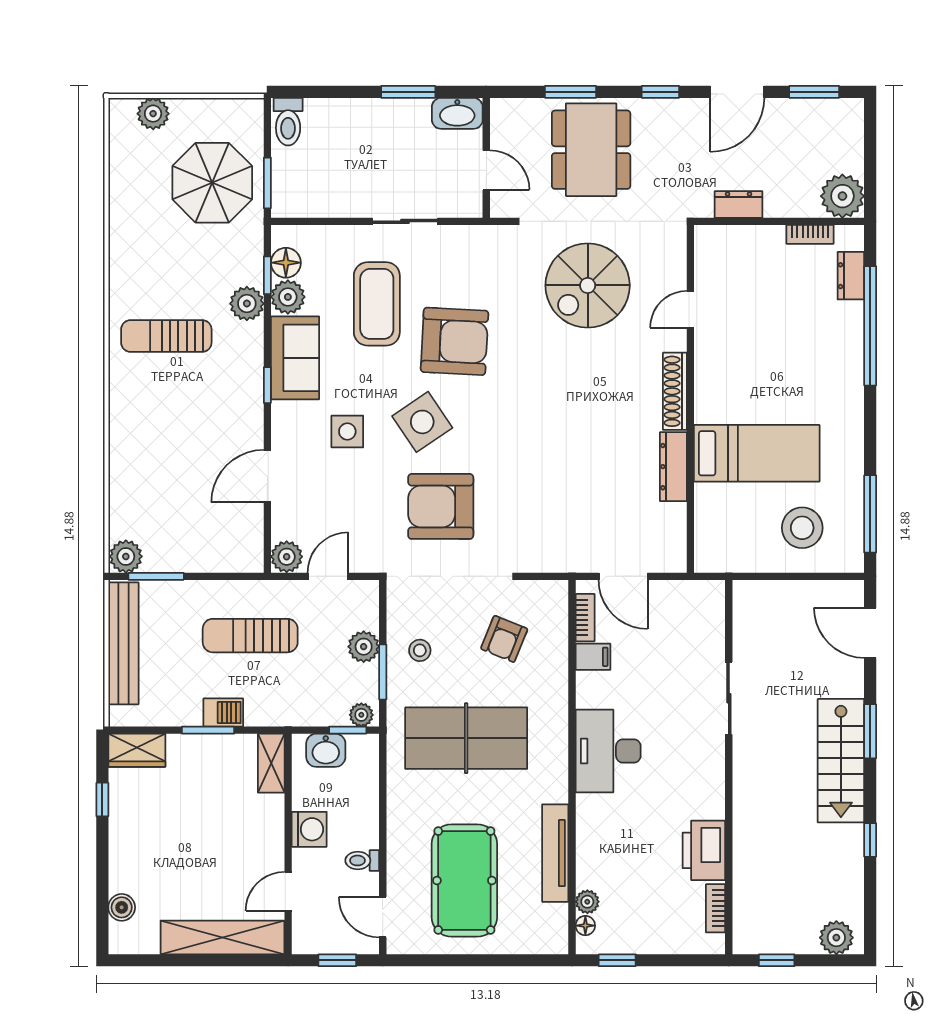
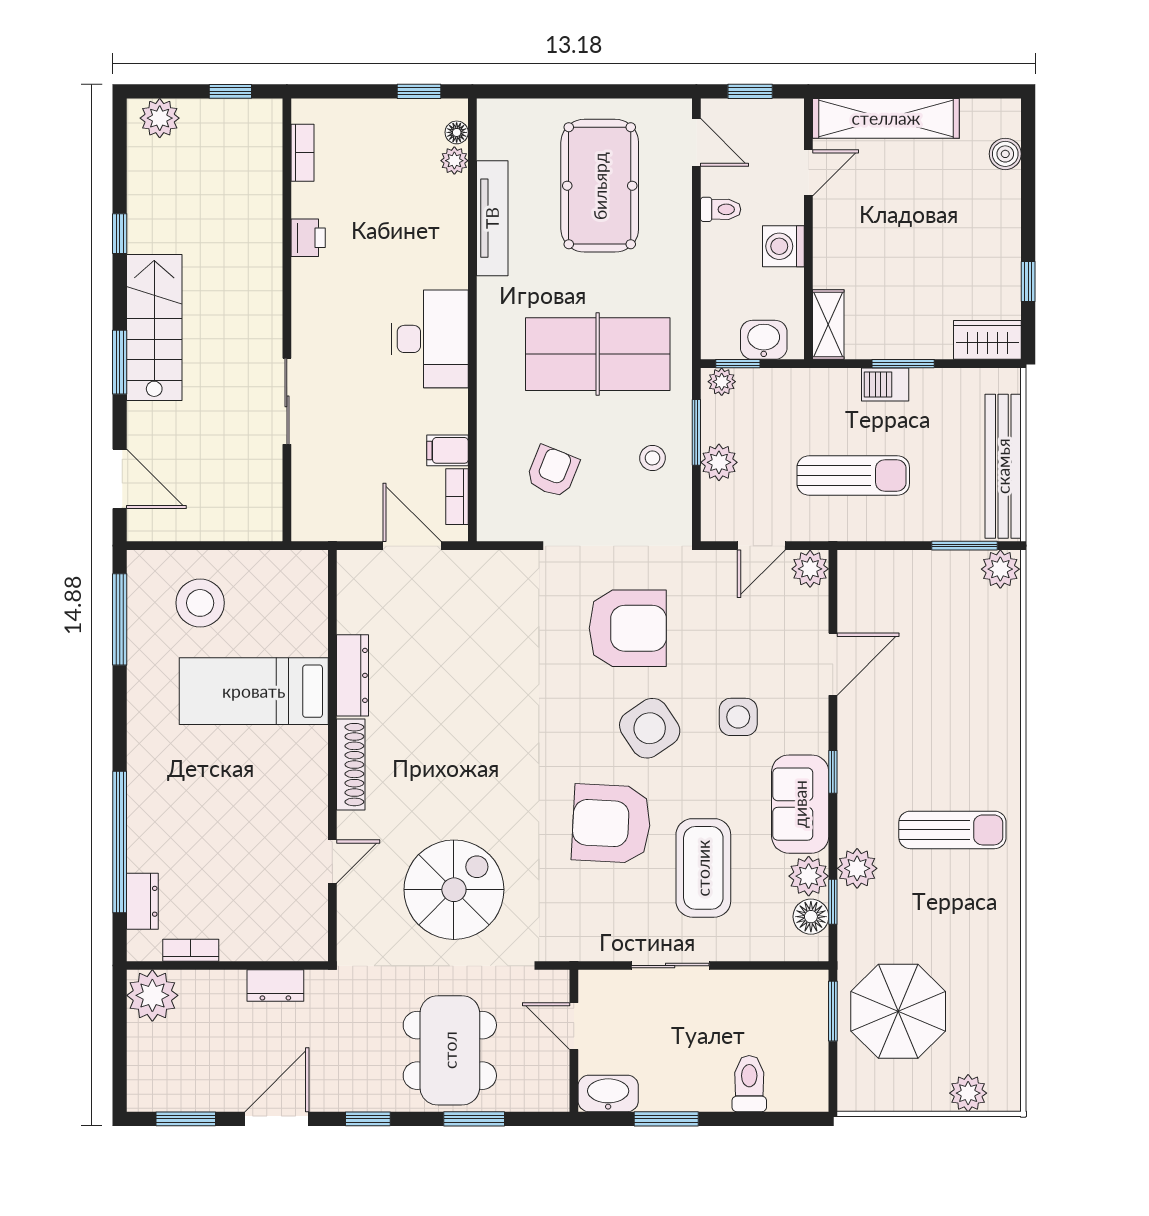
toilet: (288, 122) -> (749, 1084), moved
printer: (704, 850) -> (308, 238), width x0.53, depth x0.68

